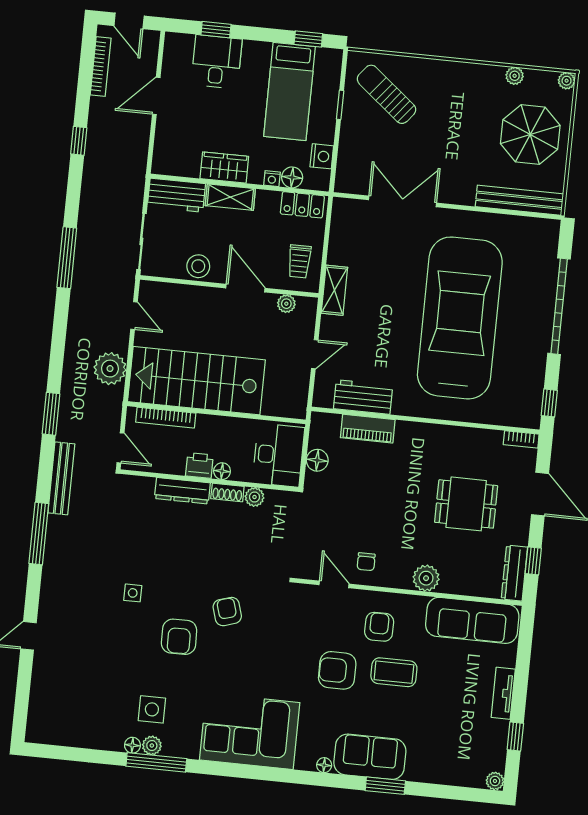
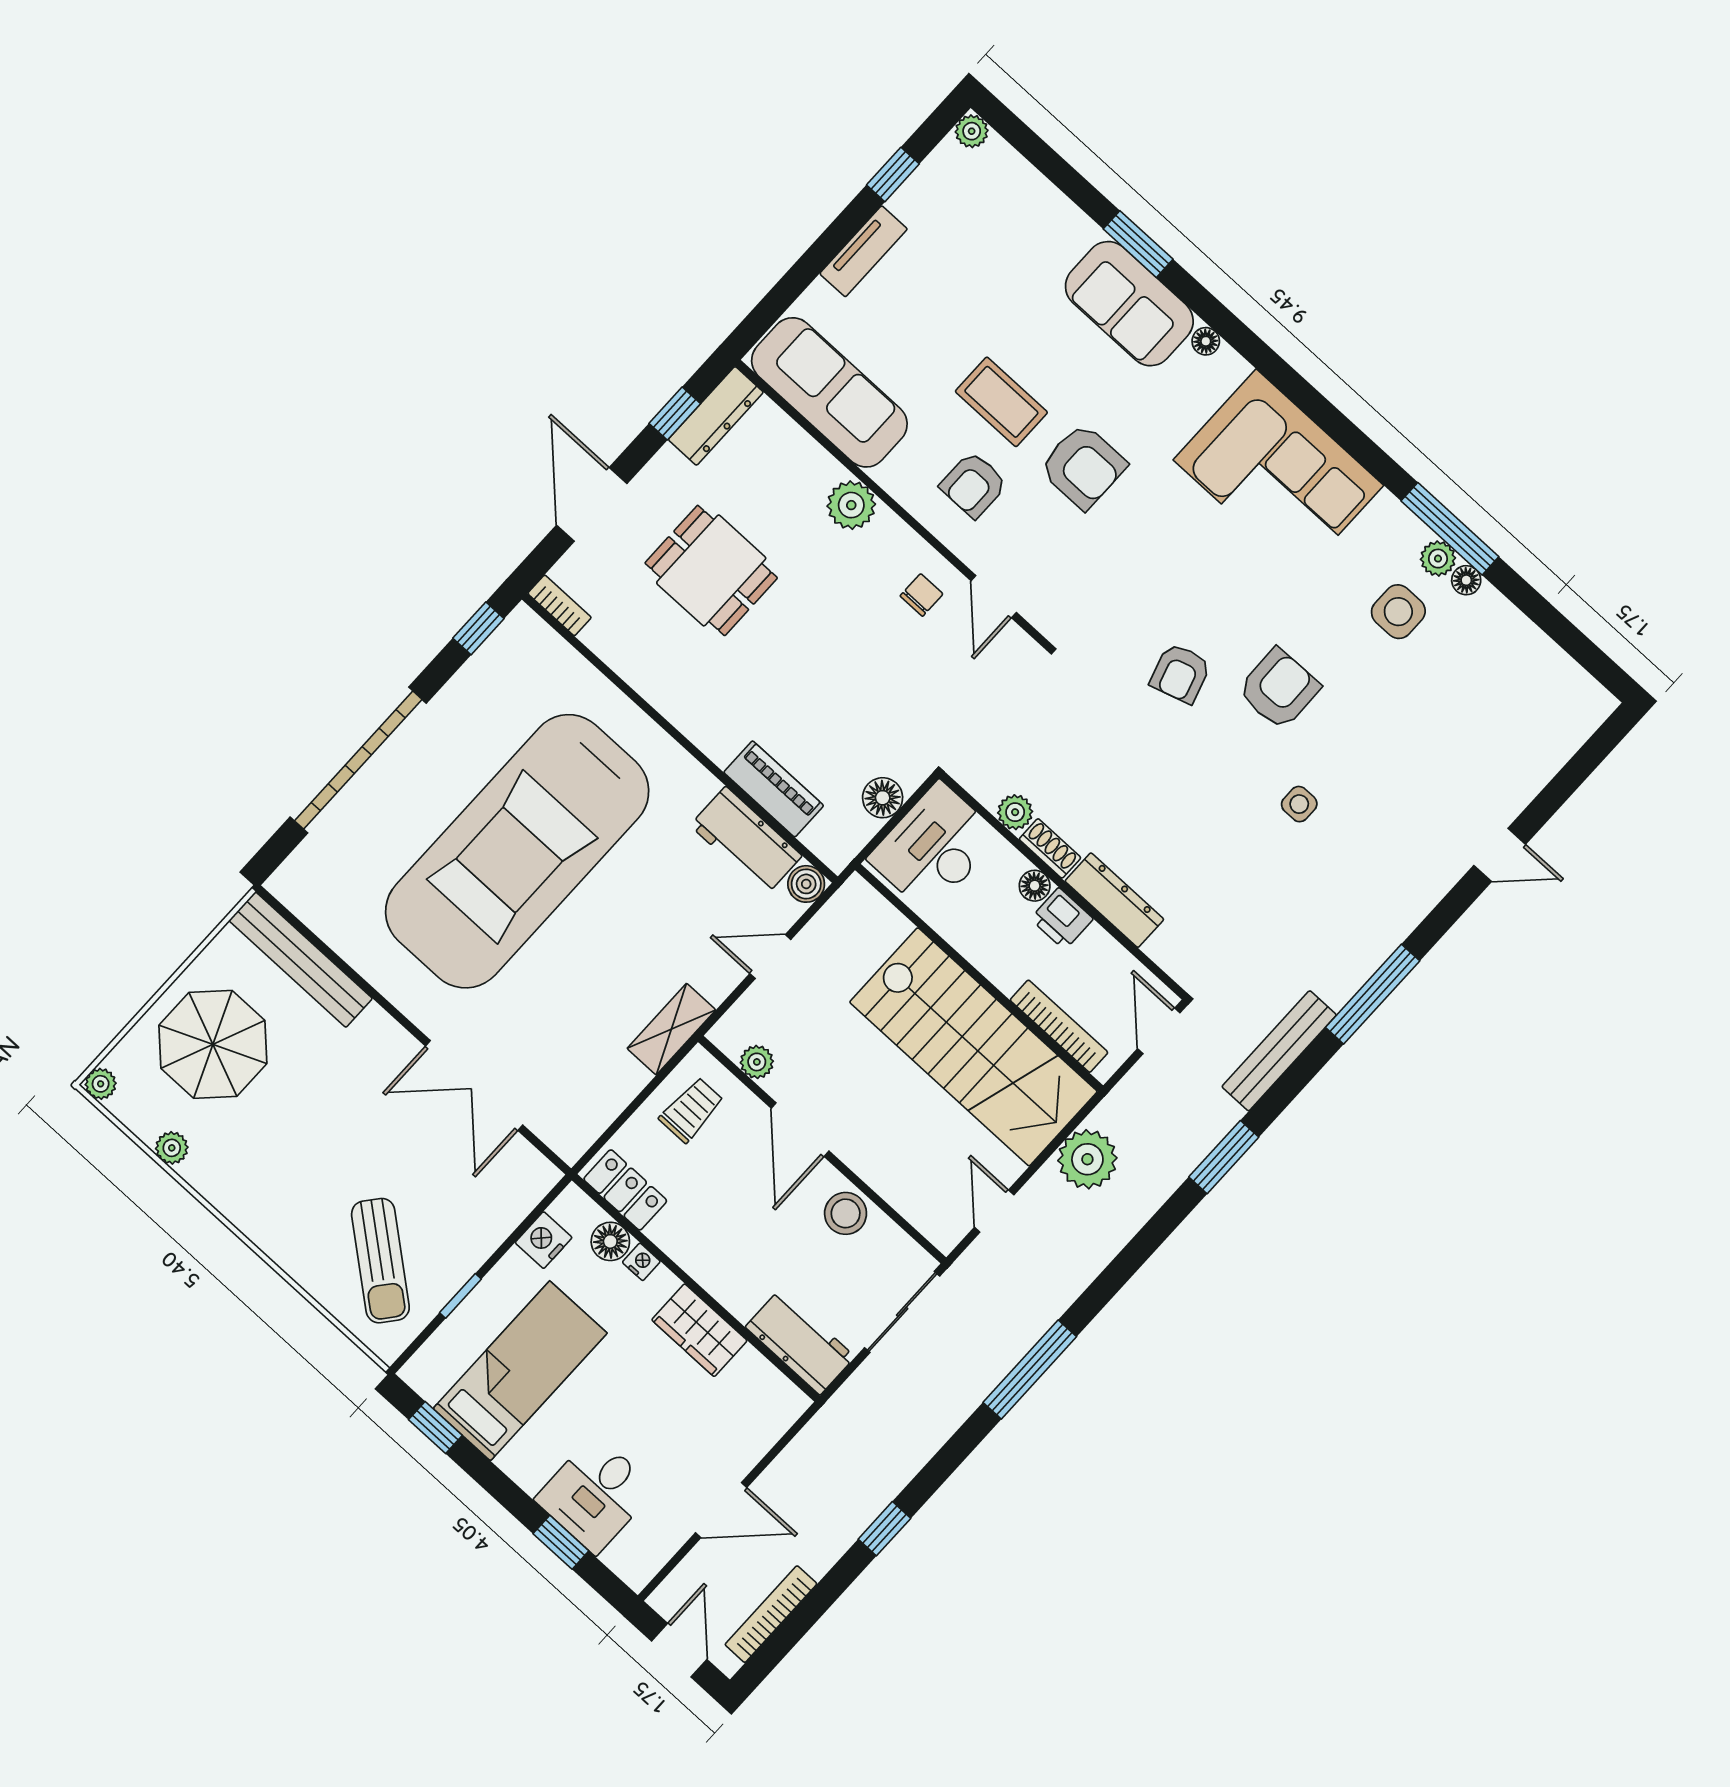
shelving: (230, 197) -> (723, 1280), removed
boiler: (323, 398) -> (806, 884), added

